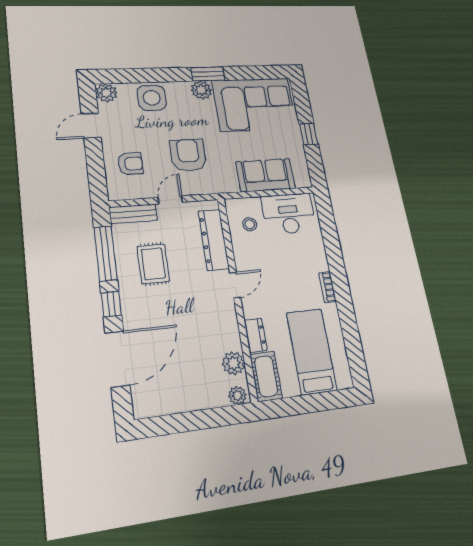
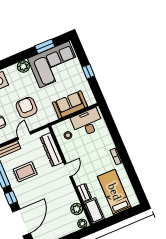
window: (208, 74) -> (45, 46), moved
rug: (153, 264) -> (25, 172), turned 90

